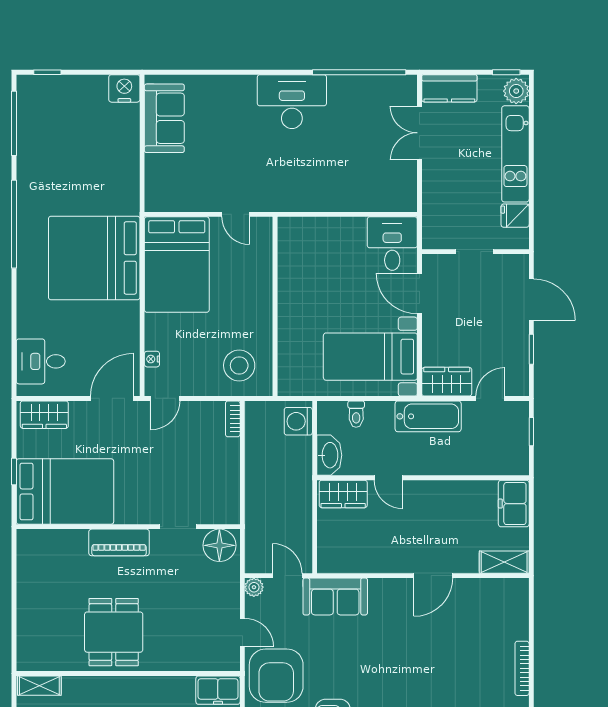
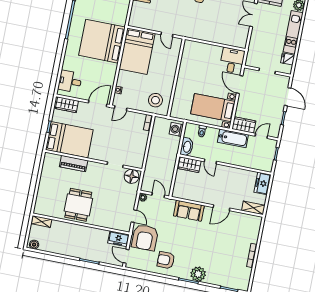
piano: (119, 542) -> (74, 164), moved
sofa: (335, 596) -> (189, 211), moved

